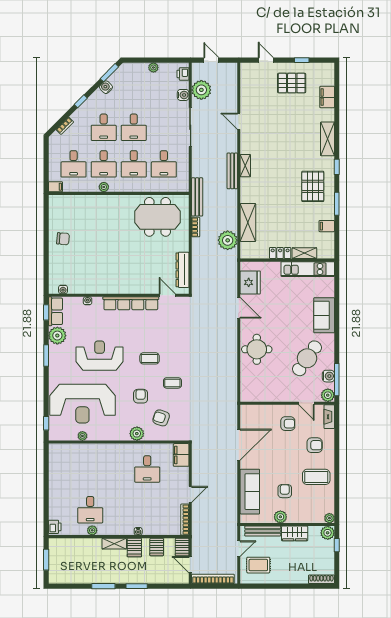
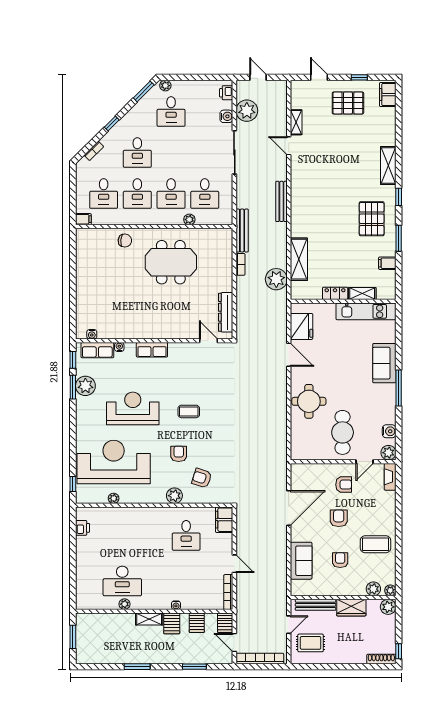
plant: (153, 67) -> (165, 86), moved
water cooler: (106, 87) -> (140, 108), removed
filing cabinet: (327, 97) -> (388, 95), moved
desk: (134, 127) -> (171, 112), moved
shelving: (245, 166) -> (296, 122), moved
plant: (104, 187) -> (189, 219), moved
meeting table: (157, 217) -> (171, 262), moved
chair: (63, 239) -> (125, 241), moved
row of seats: (131, 303) -> (152, 350), width x0.50
row of seats: (56, 311) -> (97, 350), moved, turned 90
window: (46, 356) -> (73, 387), moved
cafe table: (307, 358) -> (343, 432), moved, turned -35
window: (337, 380) -> (399, 388), moved
coffee table: (172, 383) -> (214, 439), removed
door: (306, 403) -> (364, 462), hinge flipped
reception desk: (82, 404) -> (114, 462), turned 180
armchair: (315, 445) -> (339, 518), moved, turned -90
sofa: (250, 492) -> (301, 561), width x0.73
door: (190, 494) -> (234, 564), hinge flipped
desk: (90, 510) -> (122, 581), width x1.37
plant: (280, 517) -> (373, 589), moved
printer: (55, 527) -> (83, 528), moved
window: (337, 545) -> (399, 651), moved
window: (137, 586) -> (194, 667), moved

